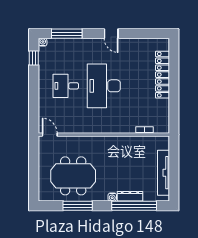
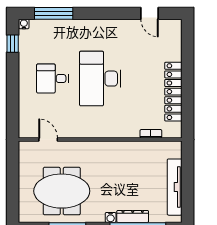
door: (111, 34) -> (150, 13), moved
locker: (162, 75) -> (173, 92), moved
door: (50, 135) -> (48, 139), moved

